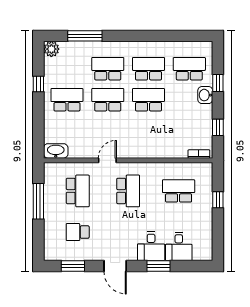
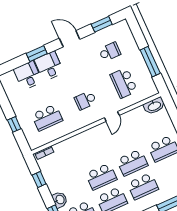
school desk: (128, 191) -> (85, 100), width x0.54

